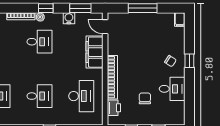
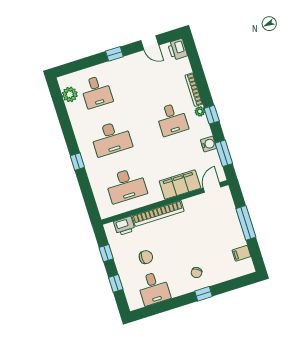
filing cabinet: (180, 20) -> (241, 253), moved
desk: (172, 89) -> (154, 288), moved
desk: (39, 96) -> (111, 138), width x1.37

